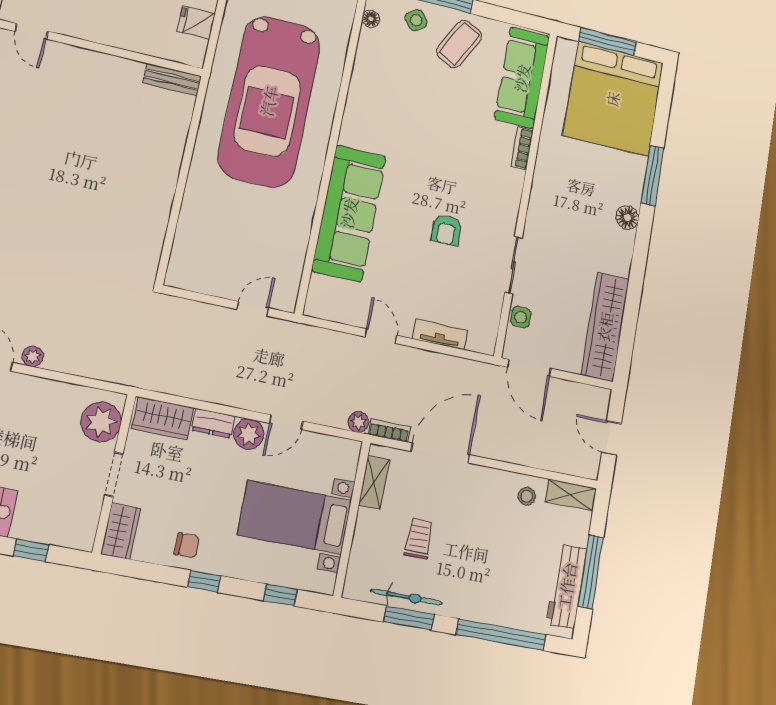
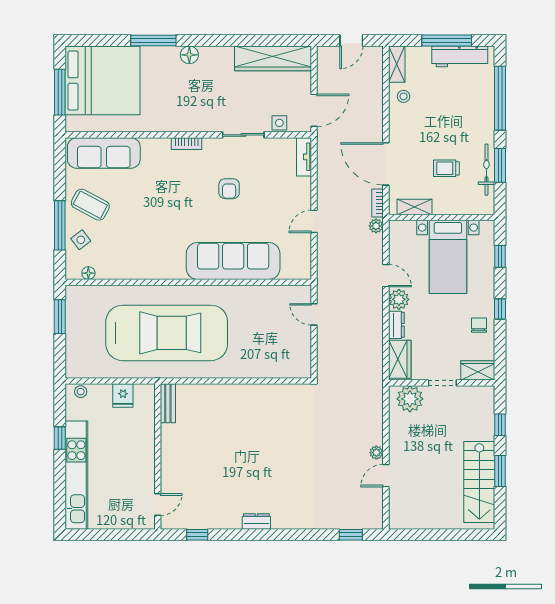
bookcase: (522, 148) -> (187, 144), moved
armchair: (447, 230) -> (229, 189), turned 90
tv unit: (440, 334) -> (304, 157), moved

